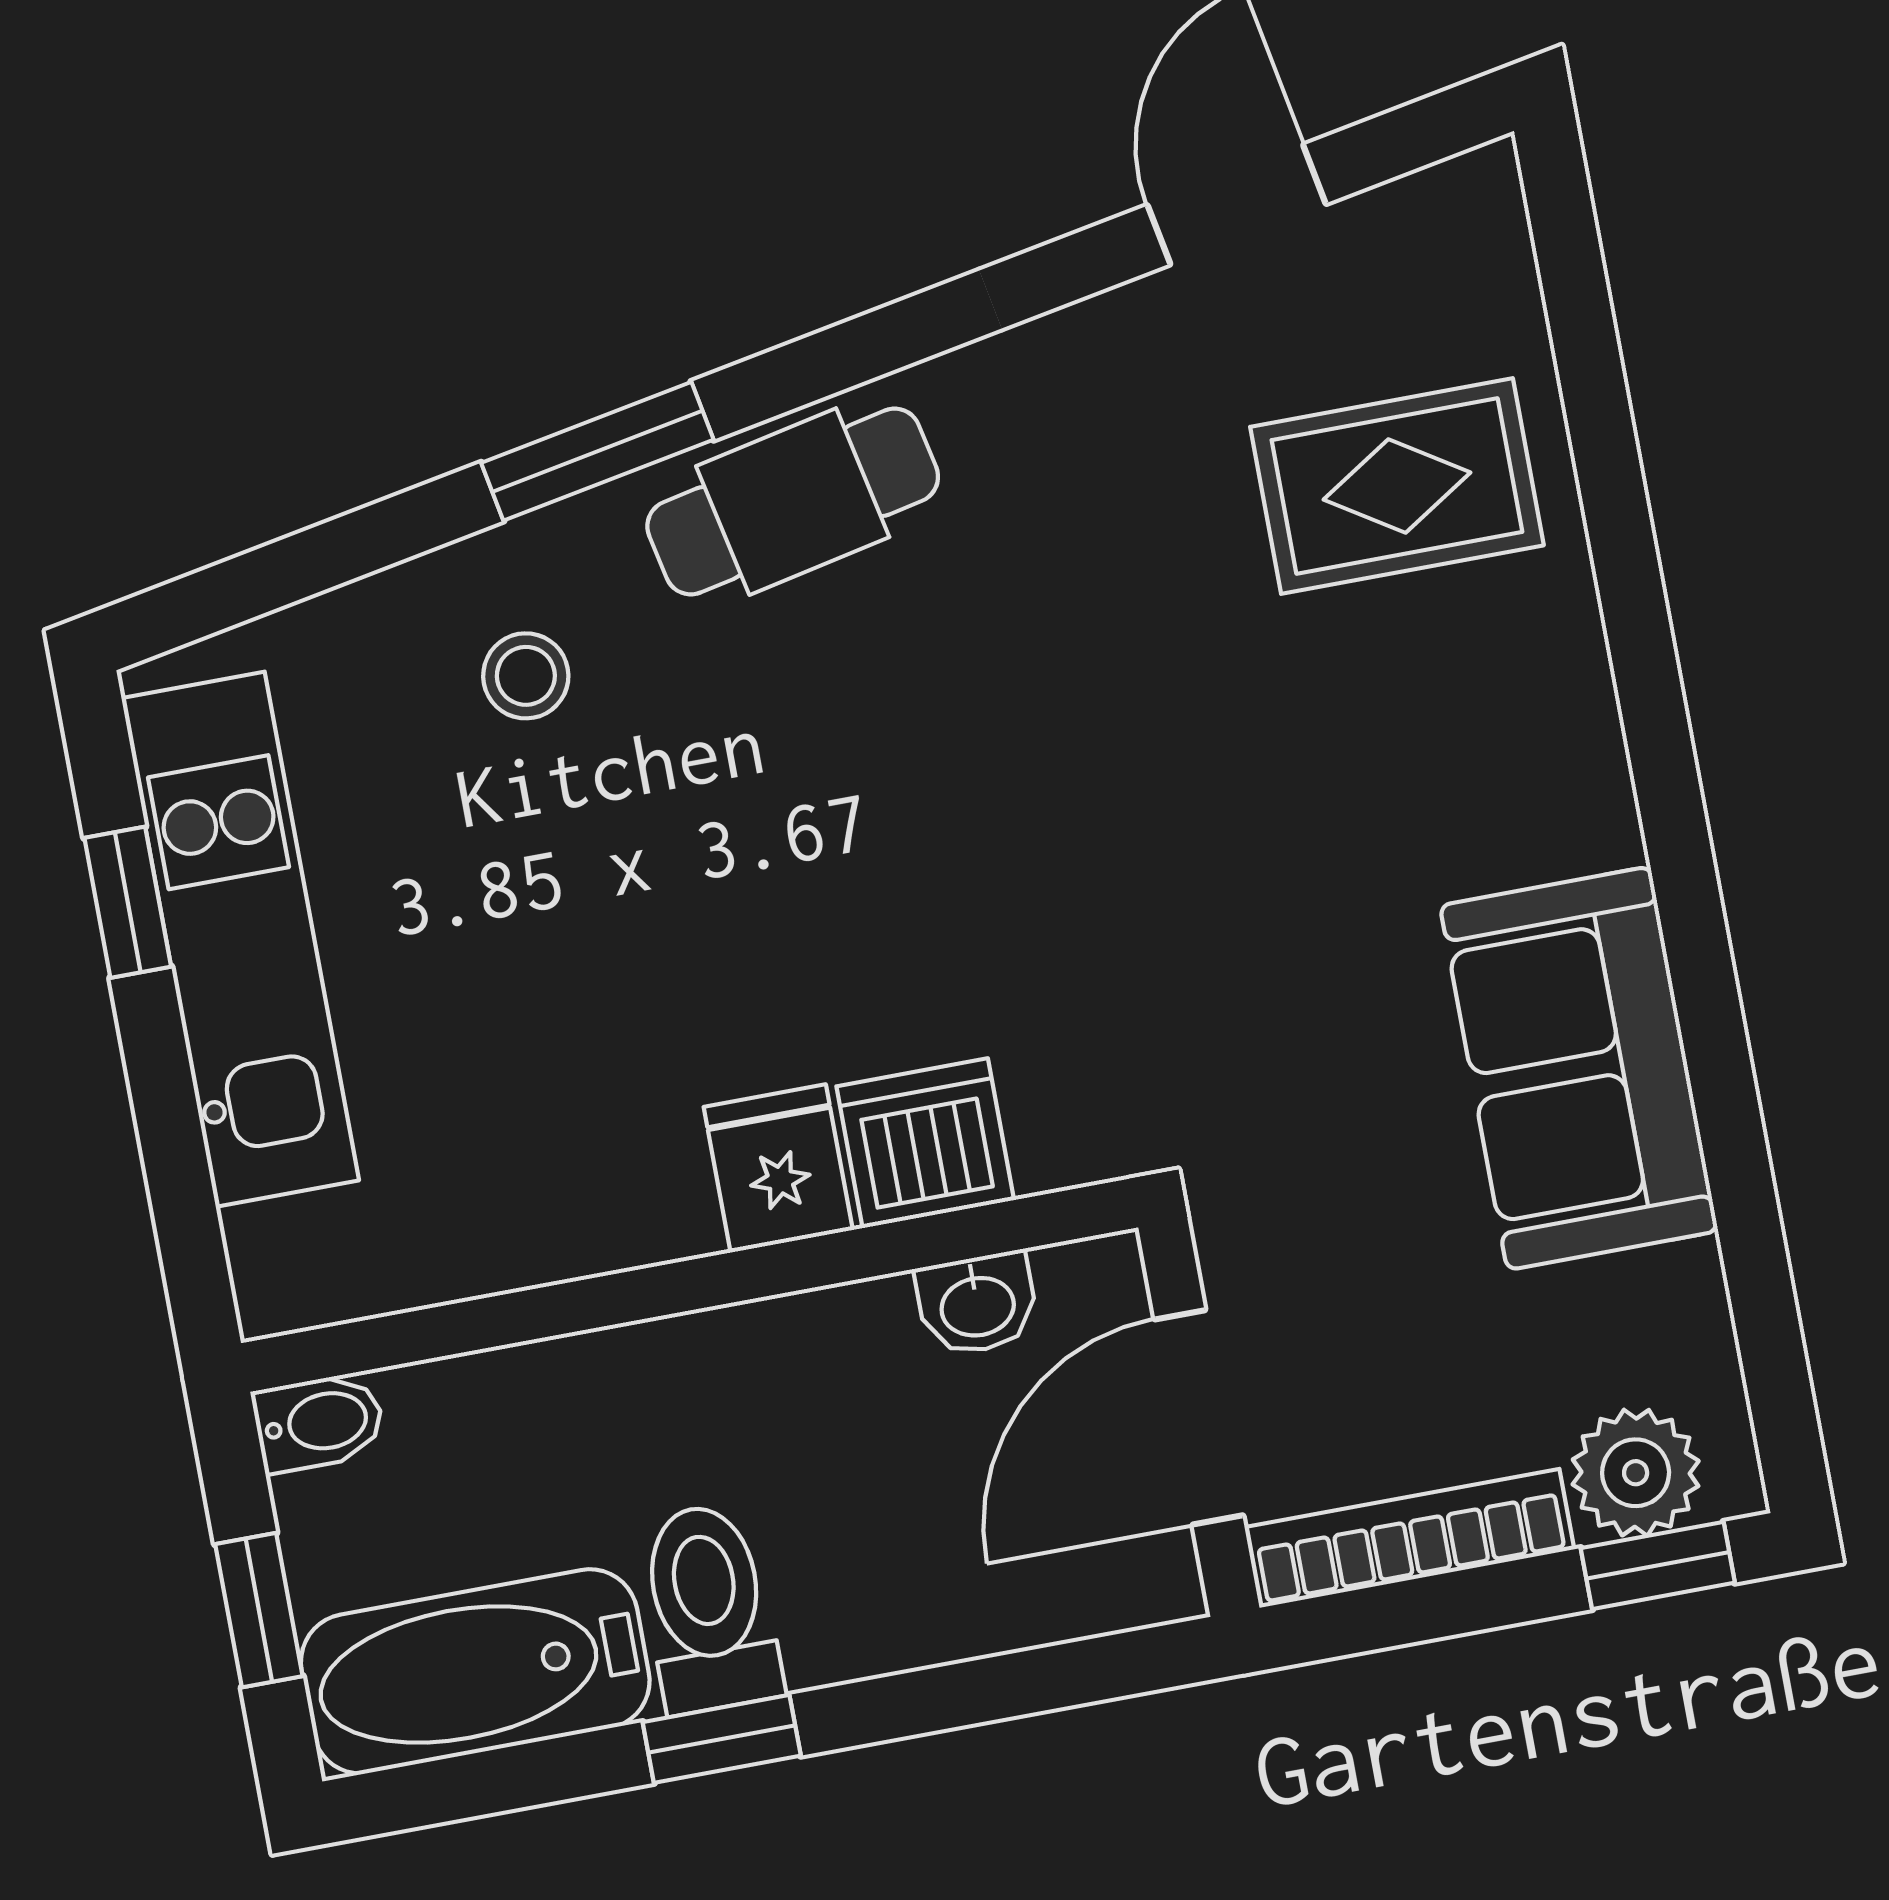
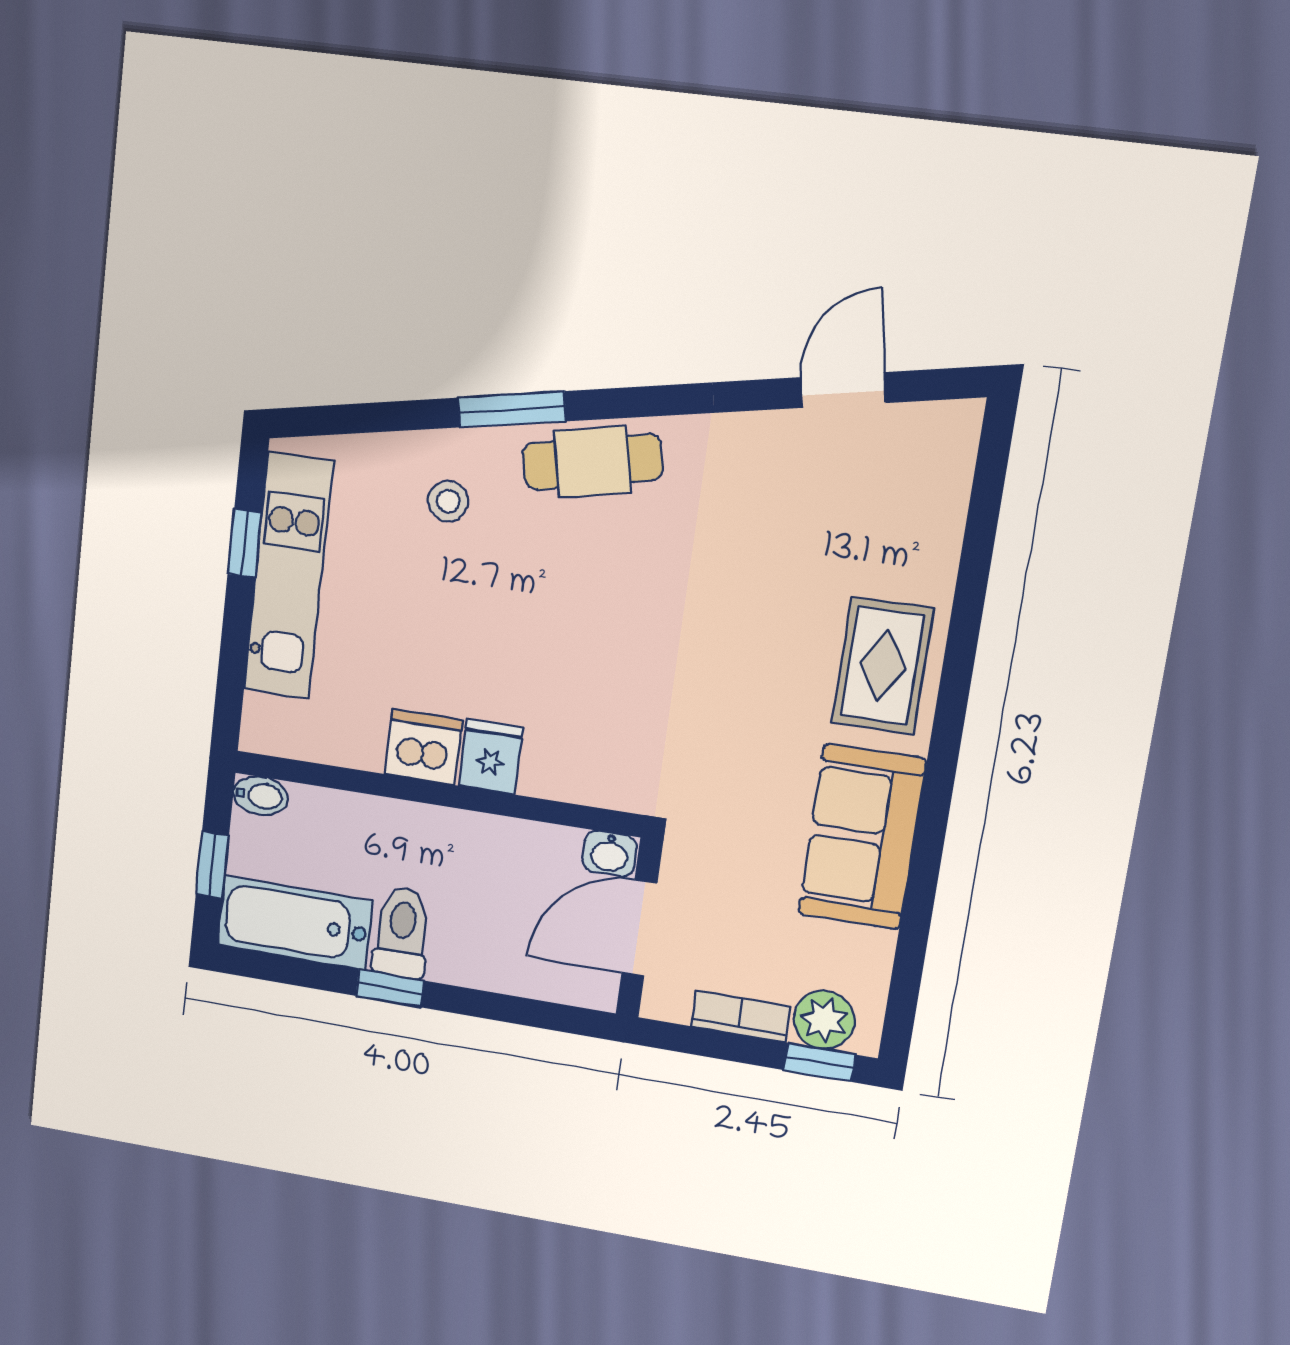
rug: (1397, 486) -> (883, 666), moved, turned 90
dishwasher: (925, 1143) -> (423, 747), moved
washbasin: (977, 1304) -> (610, 854), moved
bookcase: (1409, 1538) -> (741, 1016), width x0.64

